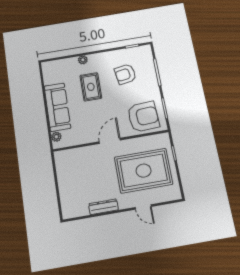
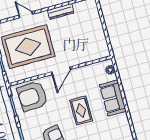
rug: (91, 87) -> (81, 110), moved
sofa: (57, 107) -> (113, 98), width x0.73

